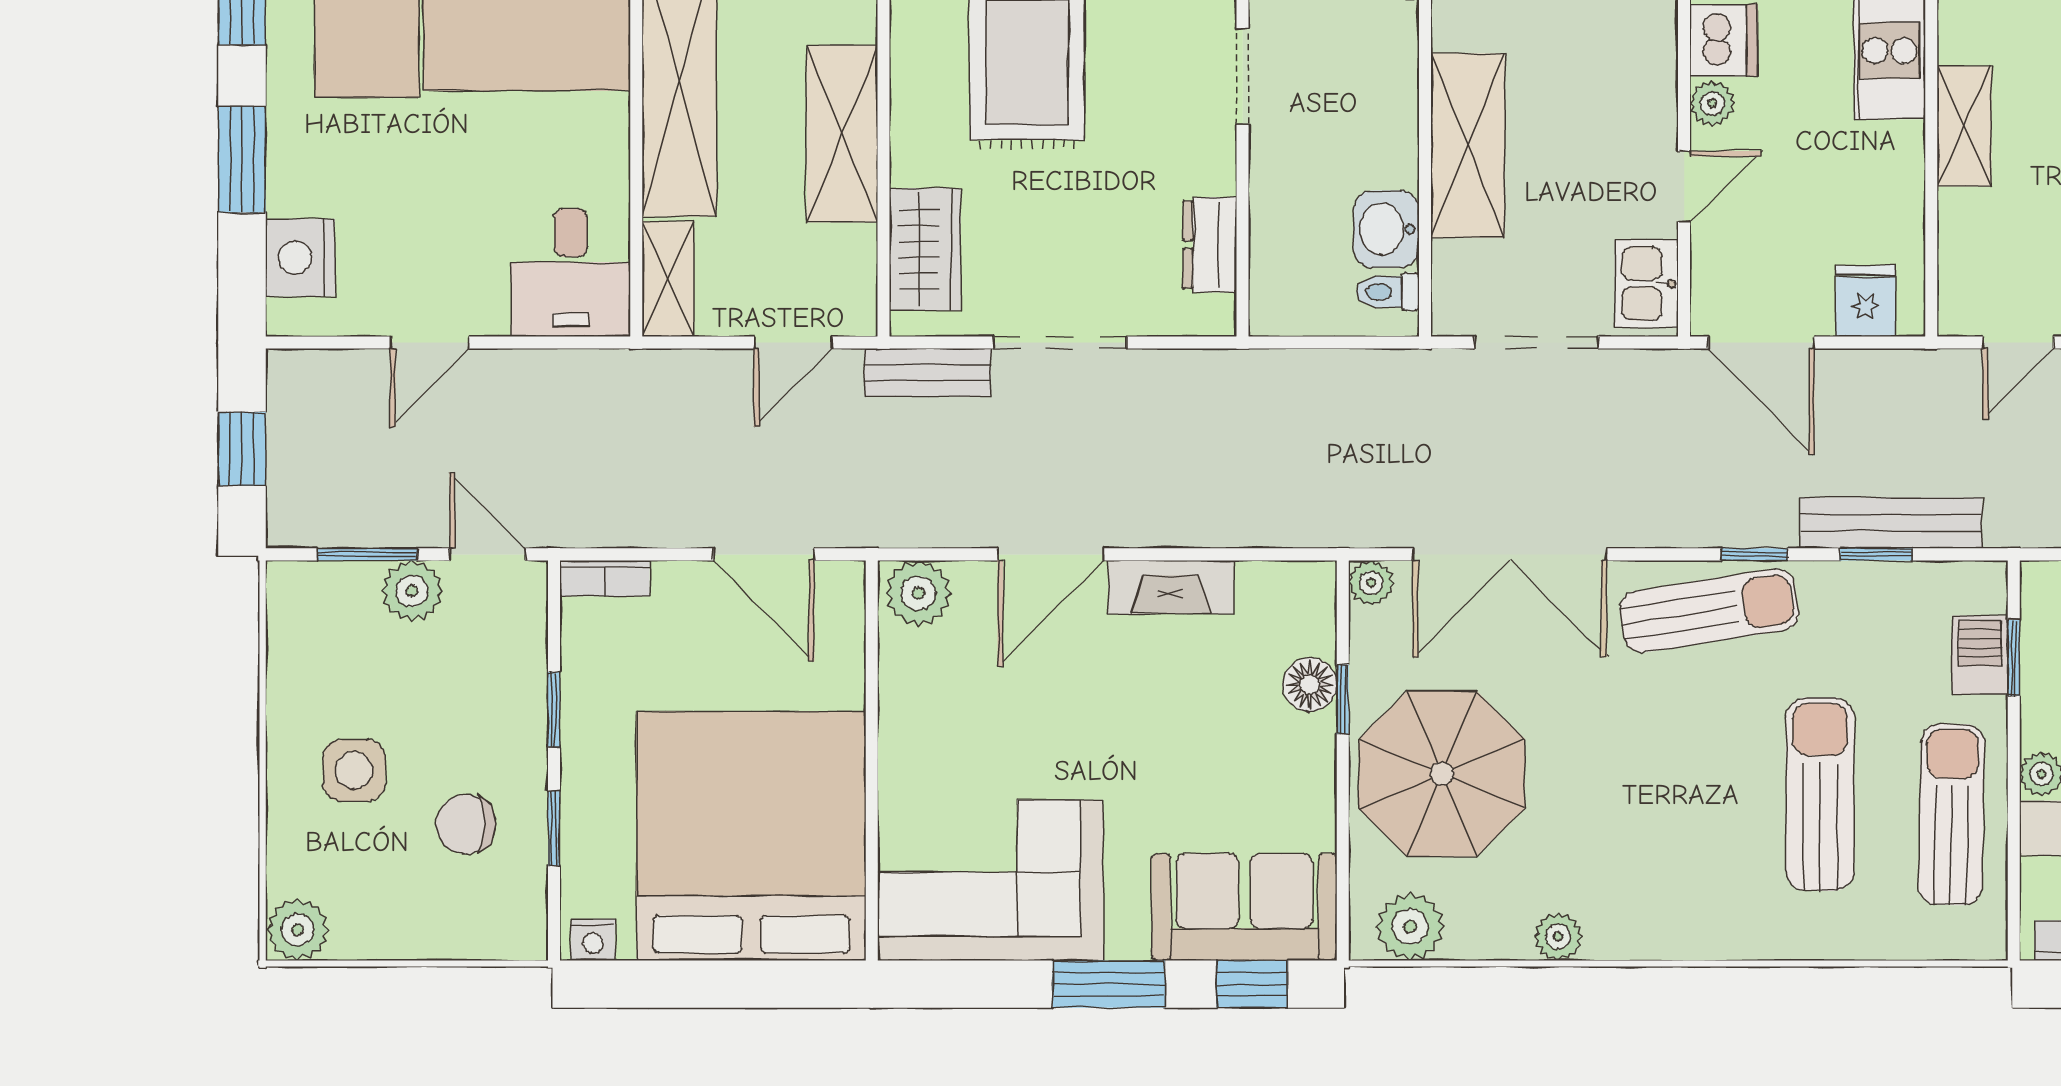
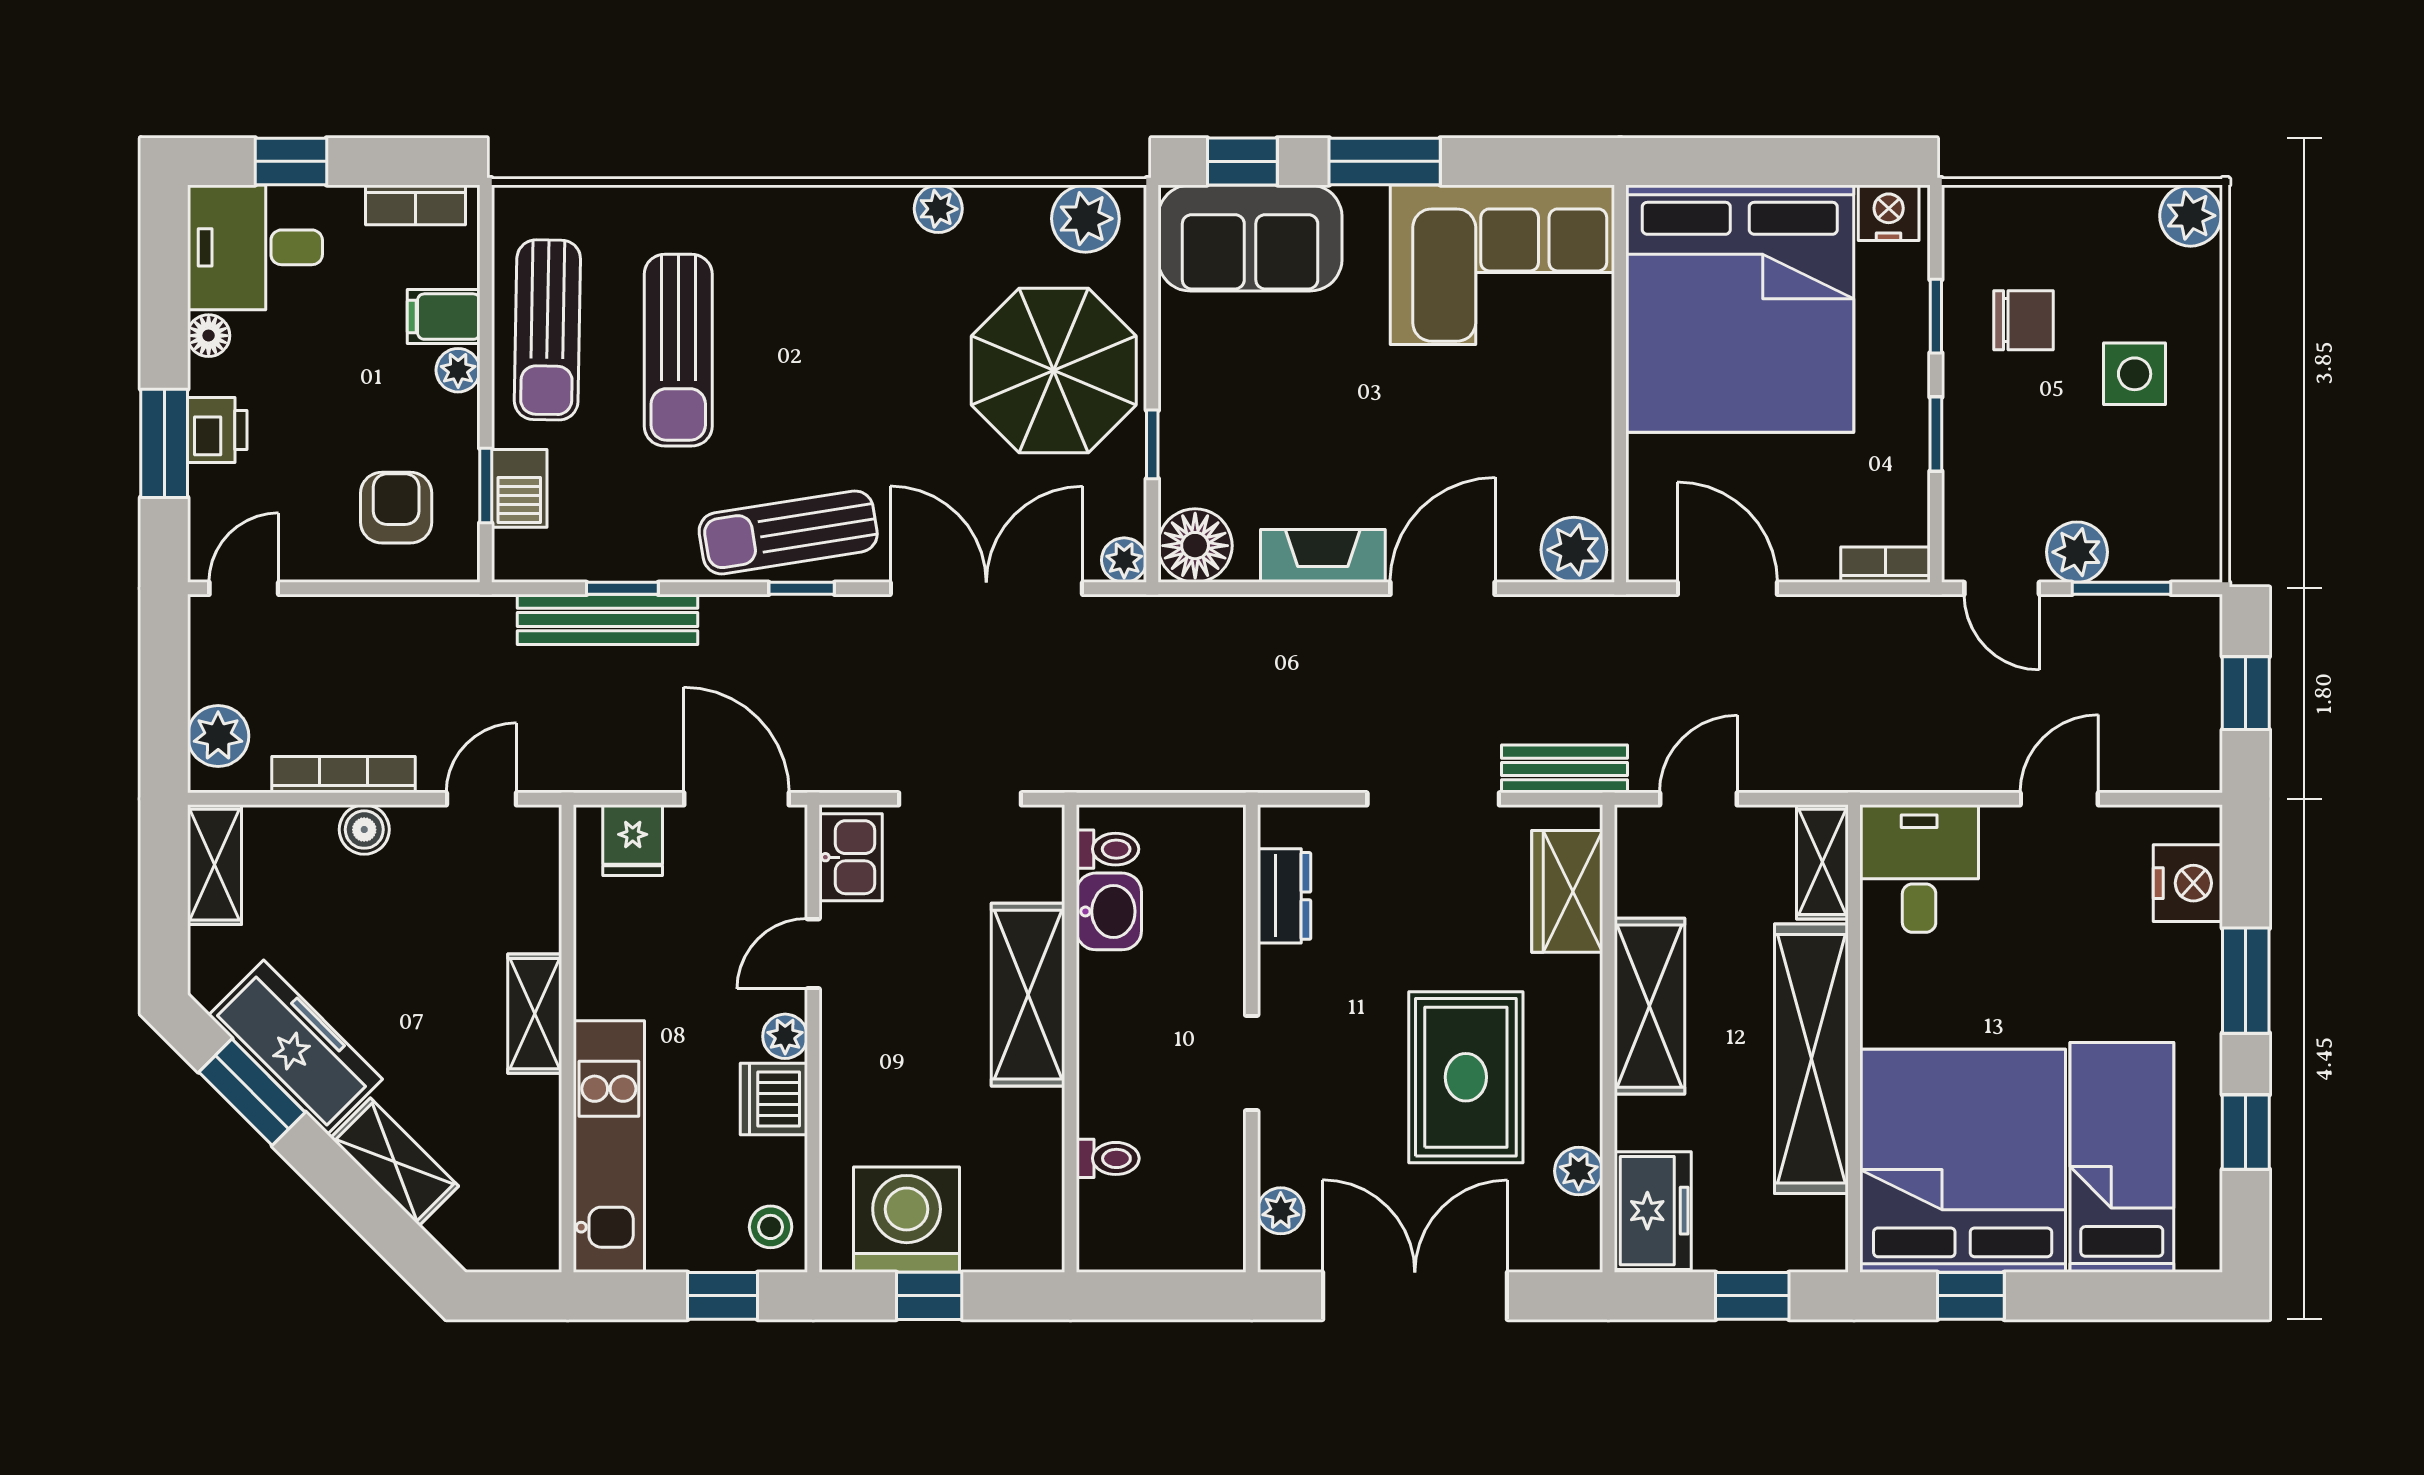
window: (1755, 554) -> (802, 588), moved
floor lamp: (1310, 685) -> (1195, 546), moved, width x1.38, depth x1.38
nightstand: (593, 940) -> (1889, 213), width x1.39, depth x1.35

